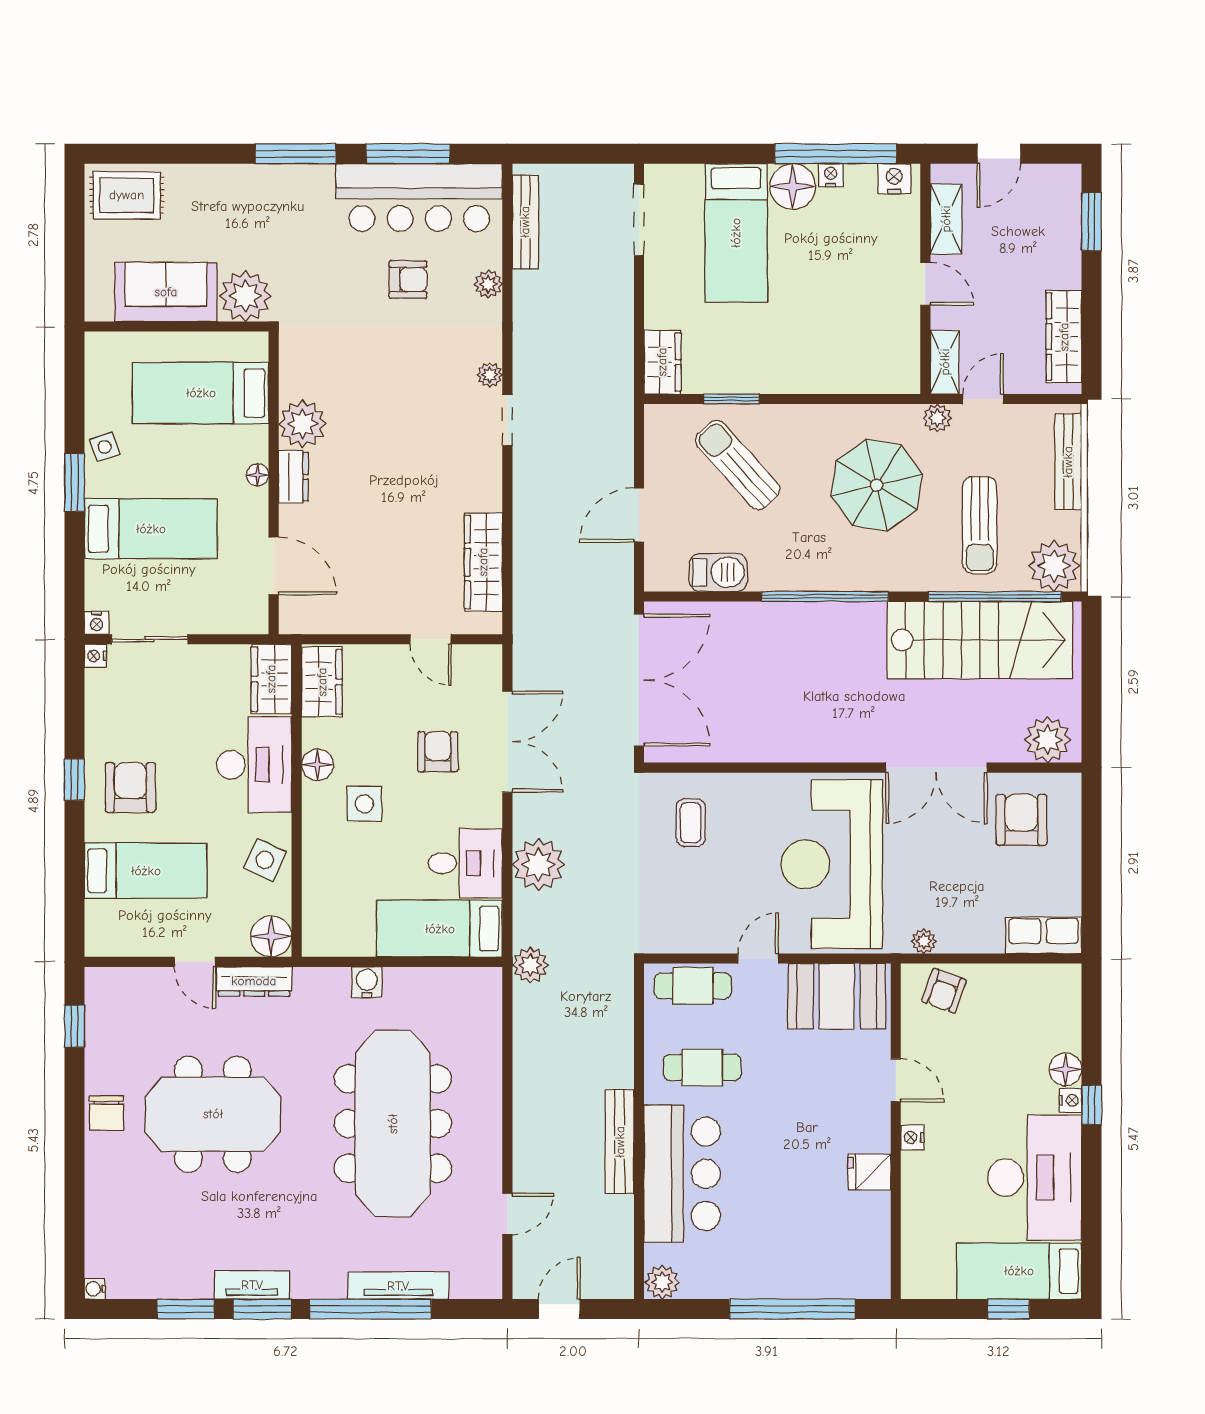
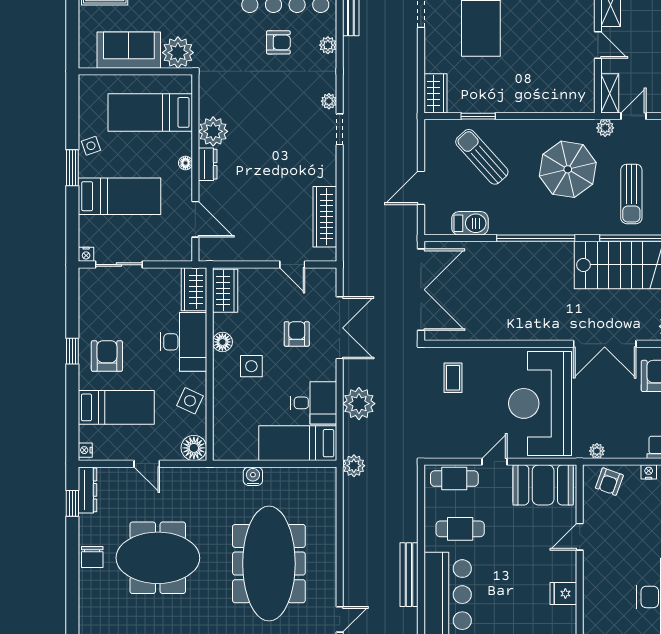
nightstand: (95, 656) -> (85, 450), moved
dresser: (254, 981) -> (88, 490), moved, turned -90
door: (896, 1080) -> (580, 537), swing flipped
nightstand: (912, 1137) -> (649, 472), moved, turned 90

